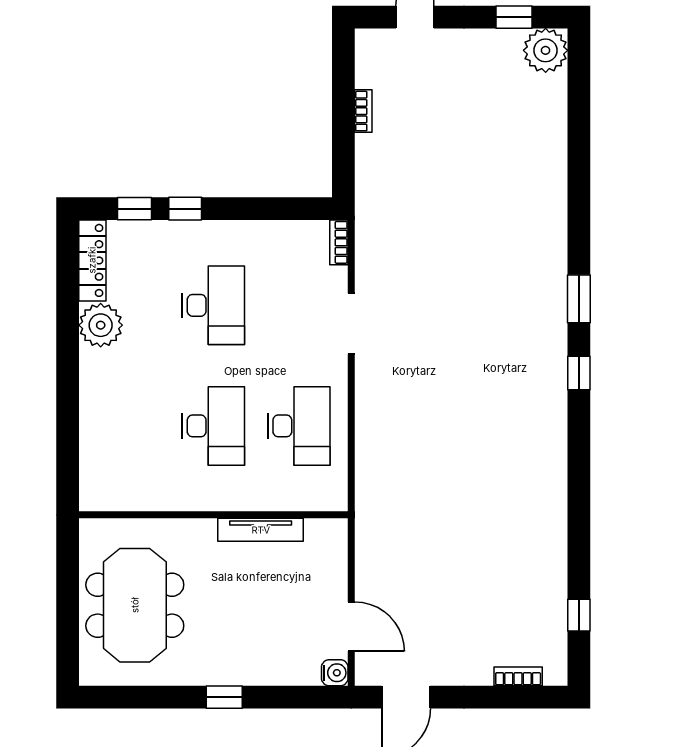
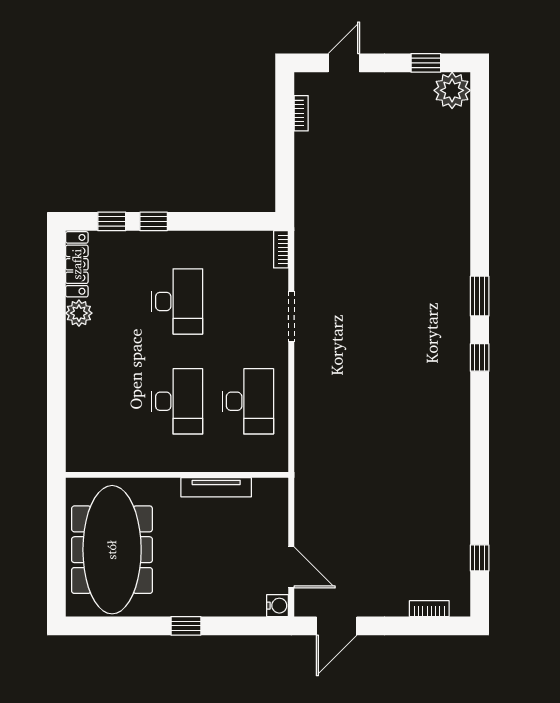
bookcase: (363, 111) -> (301, 113), moved
plant: (101, 325) -> (79, 313), width x0.73, depth x0.73
meeting table: (135, 605) -> (112, 550), width x1.36

